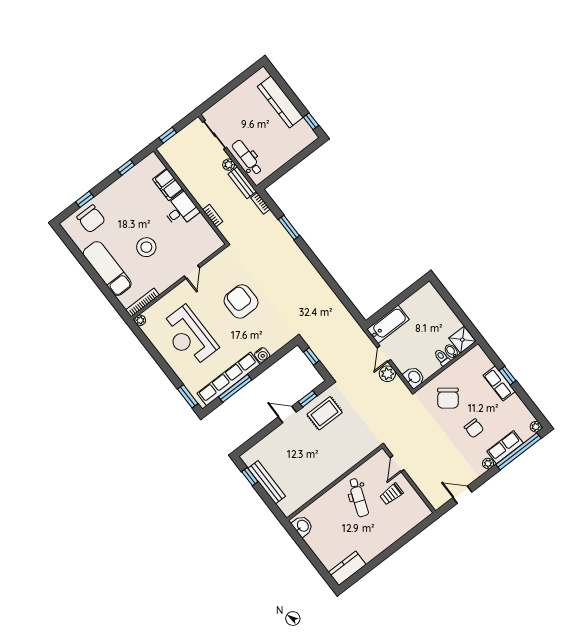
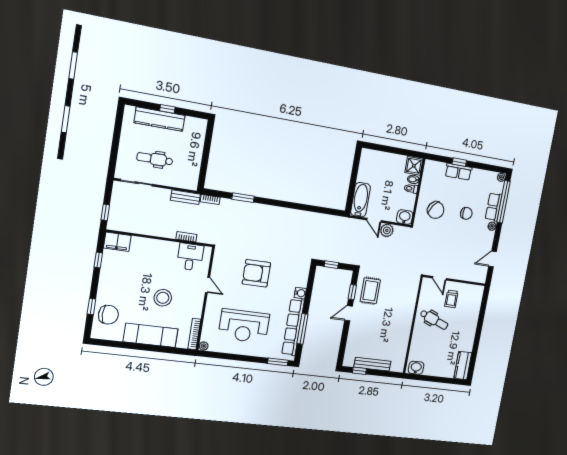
window: (311, 121) -> (167, 109), moved
dental chair: (247, 157) -> (155, 159), moved
plant: (229, 165) -> (165, 194), removed
filing cabinet: (168, 184) -> (117, 242), moved
desk: (181, 210) -> (190, 257), moved

